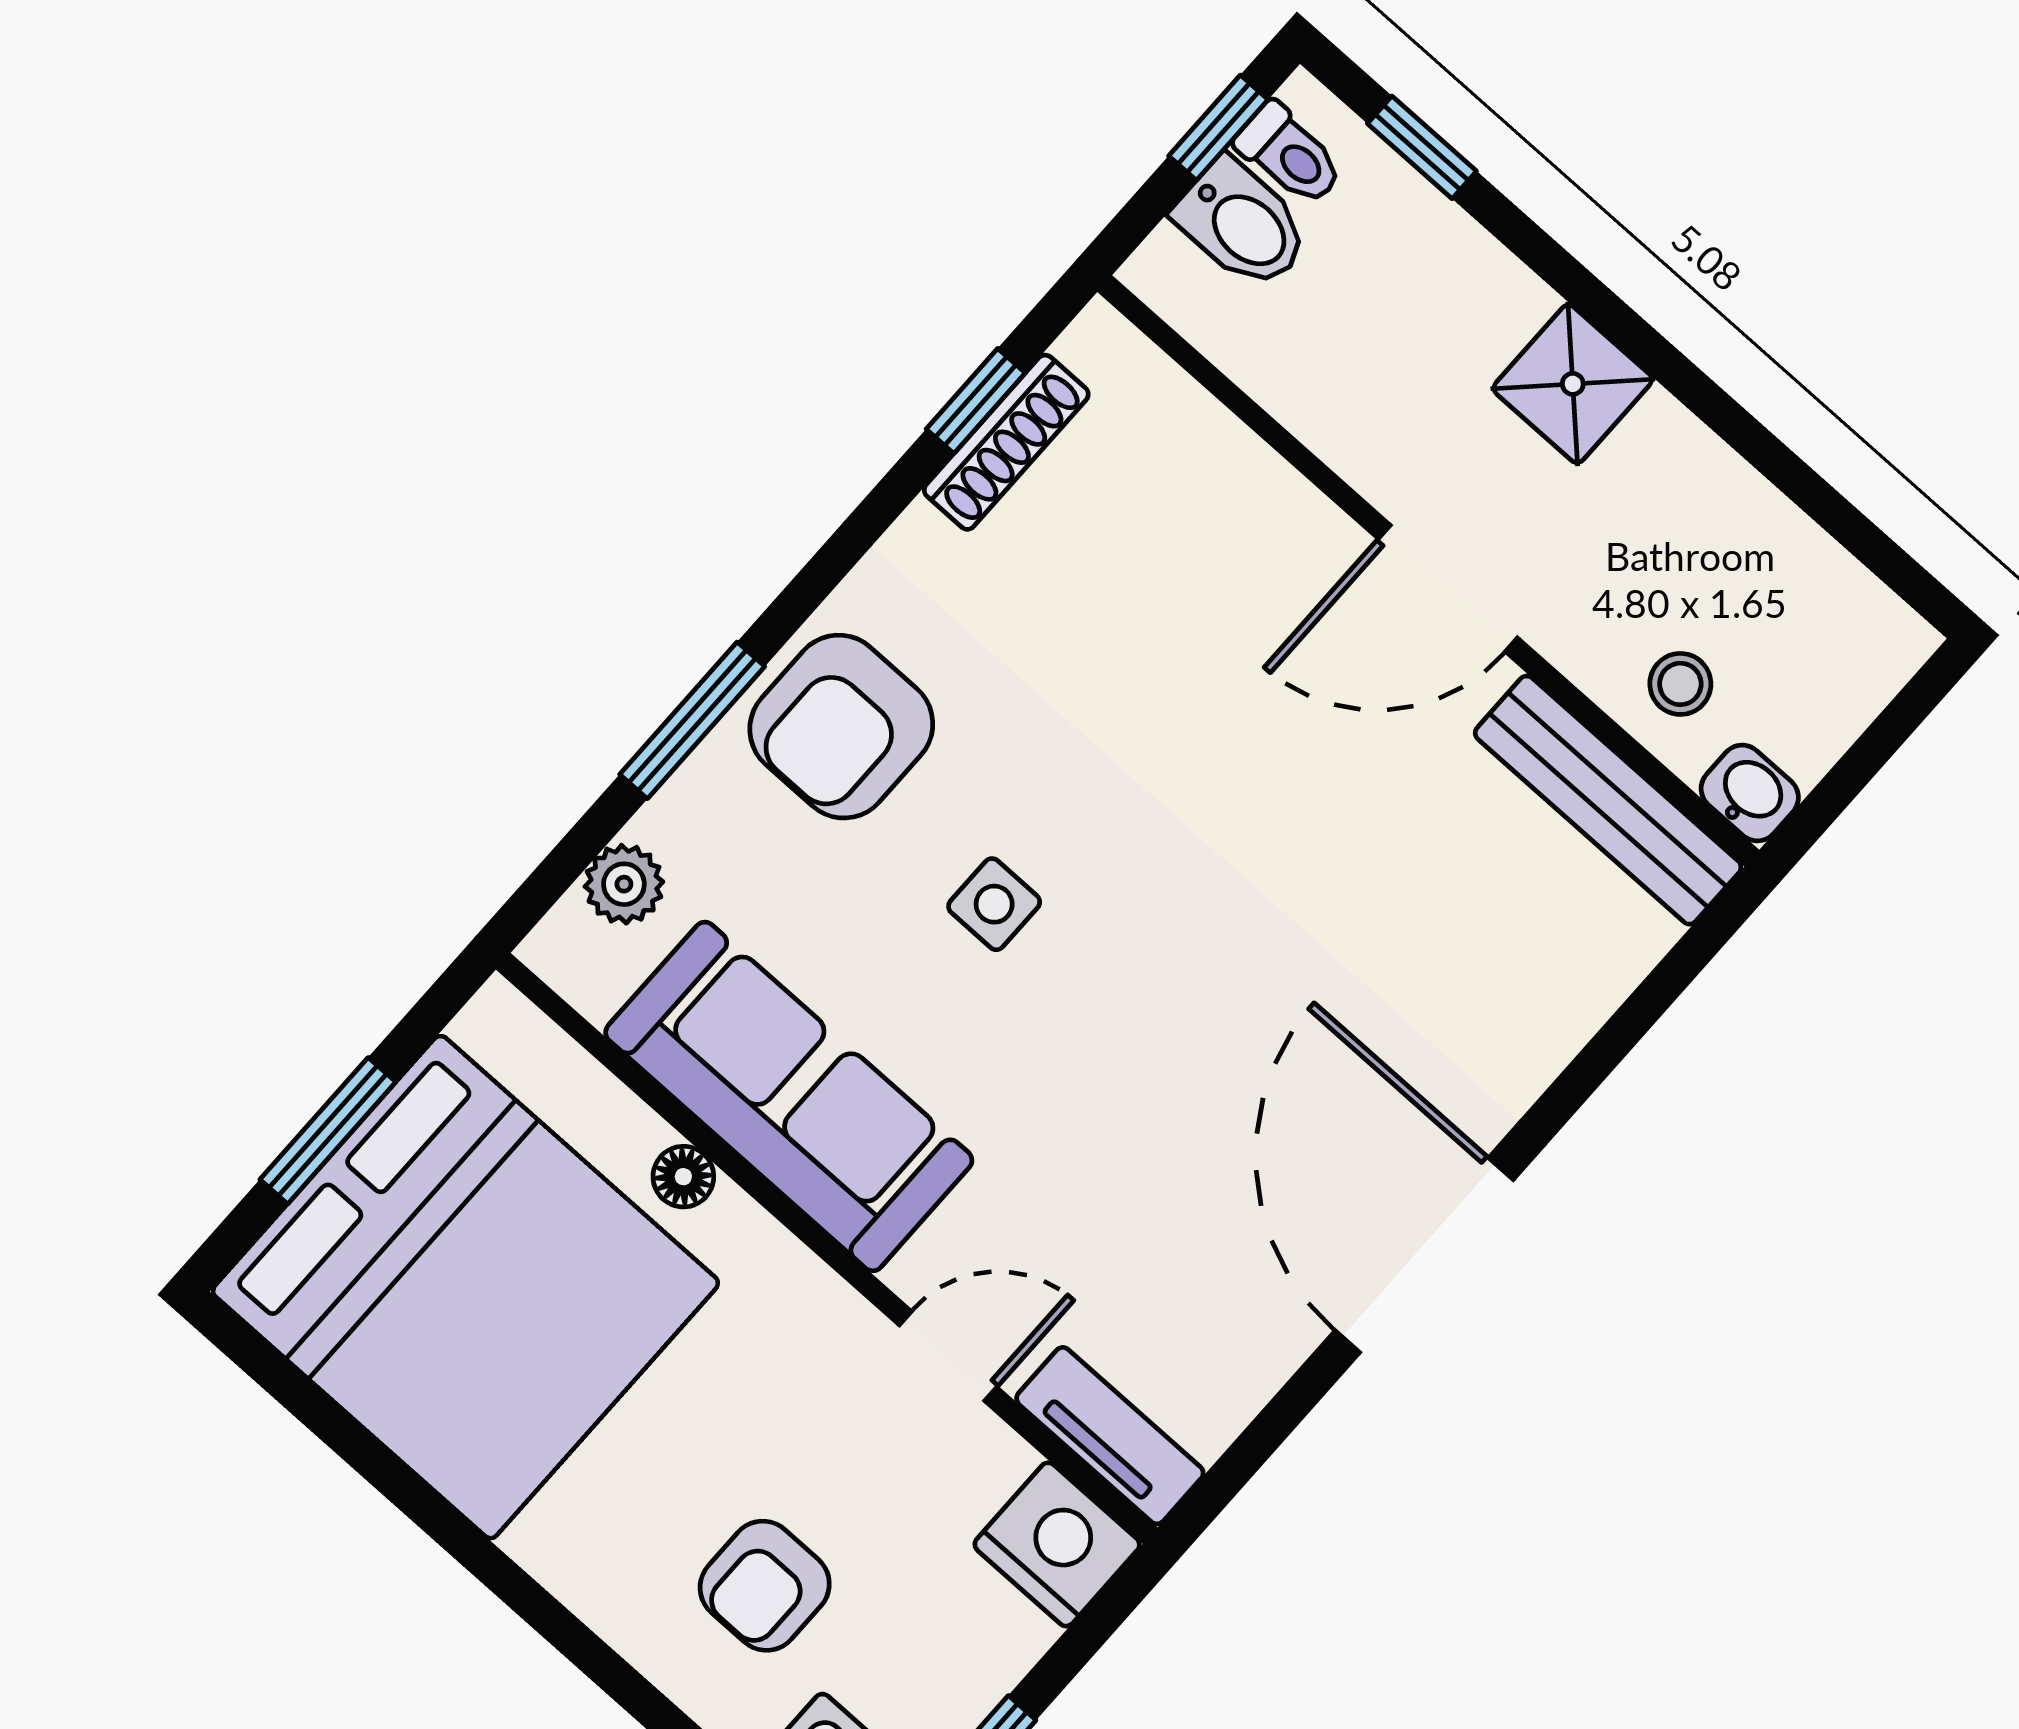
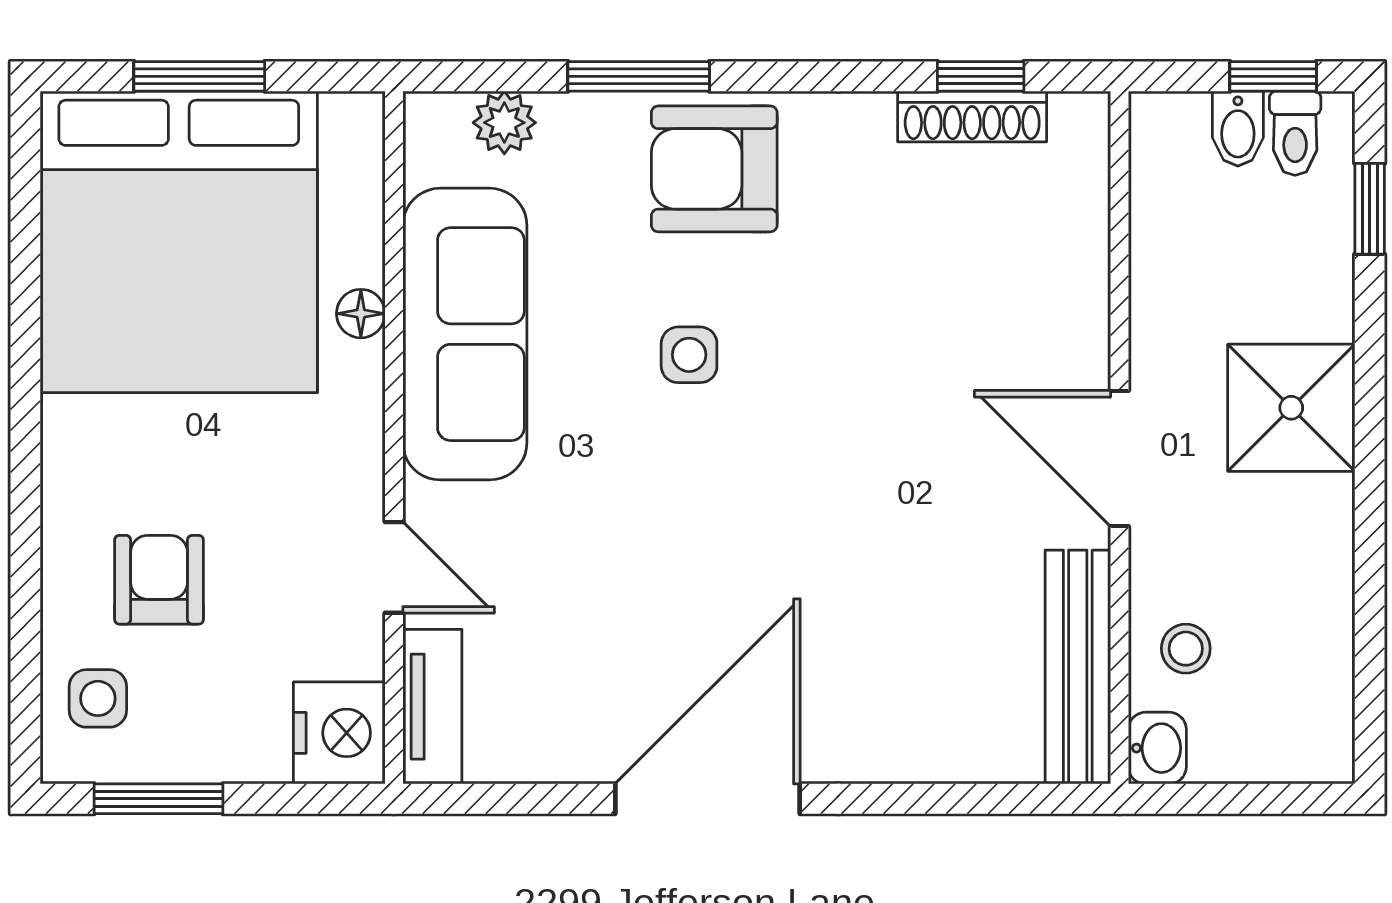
bidet: (1242, 224) -> (1238, 129), width x0.72, depth x0.74
shower: (1573, 384) -> (1291, 408), width x1.36, depth x1.36
armchair: (765, 1586) -> (159, 580), turned 90

